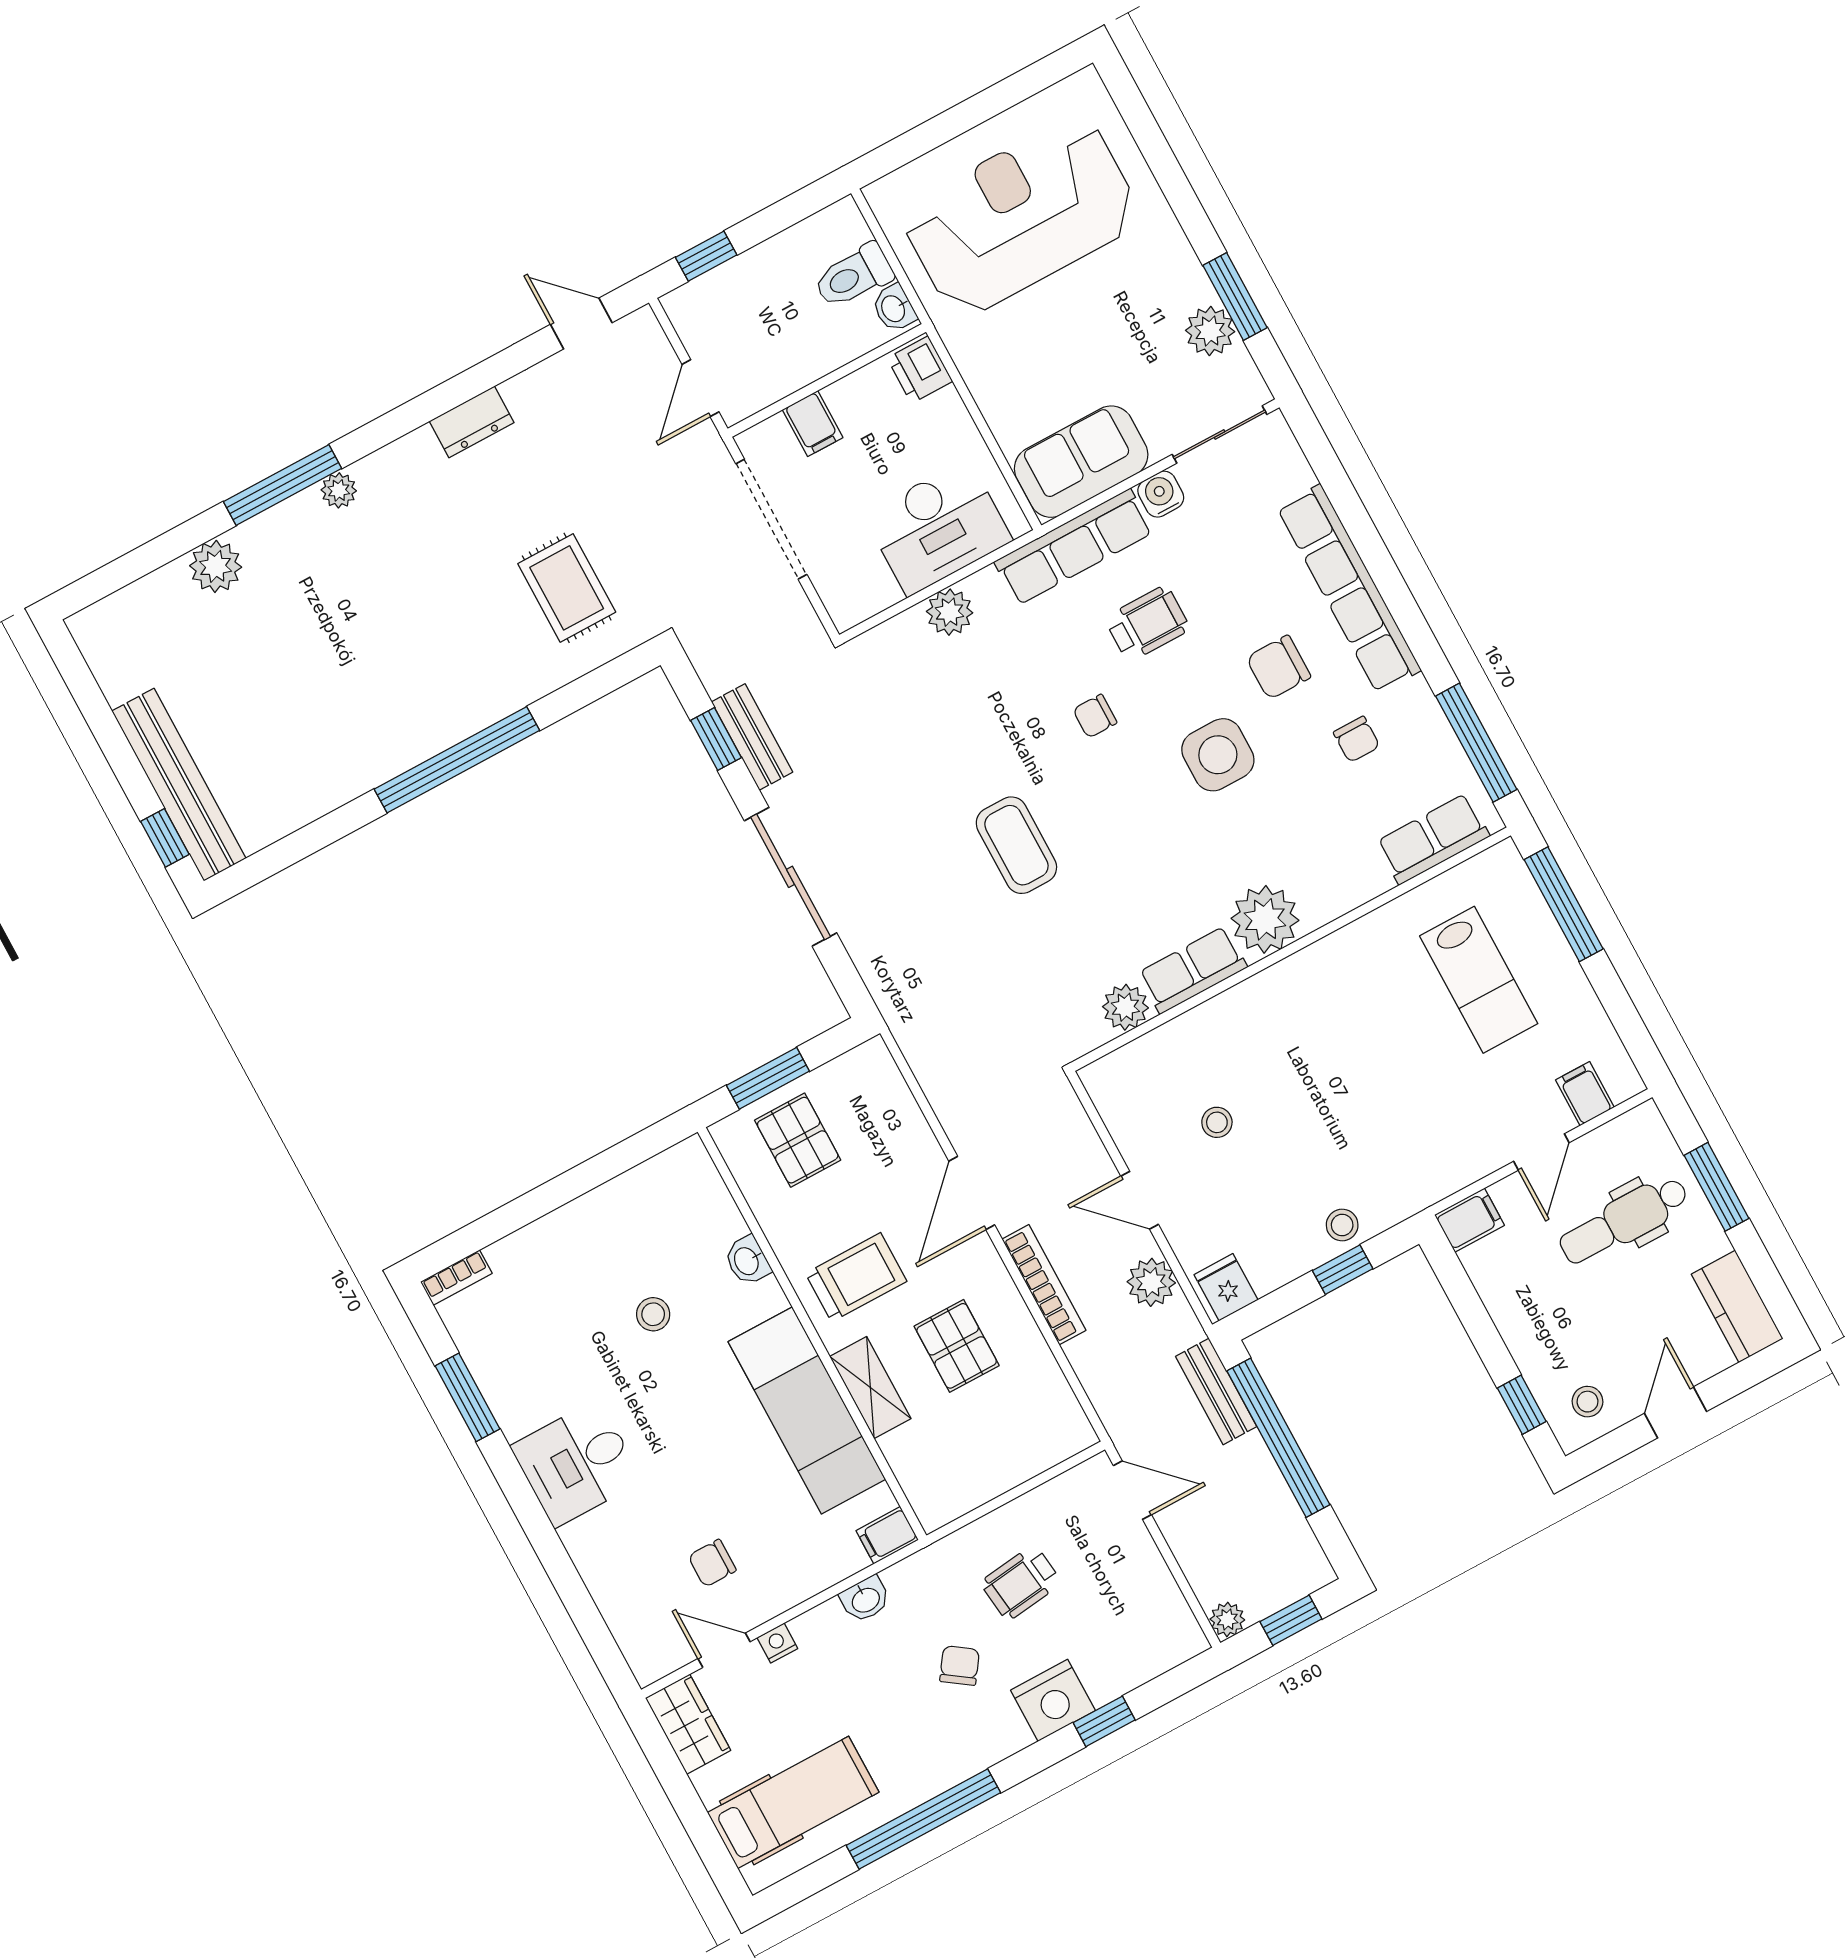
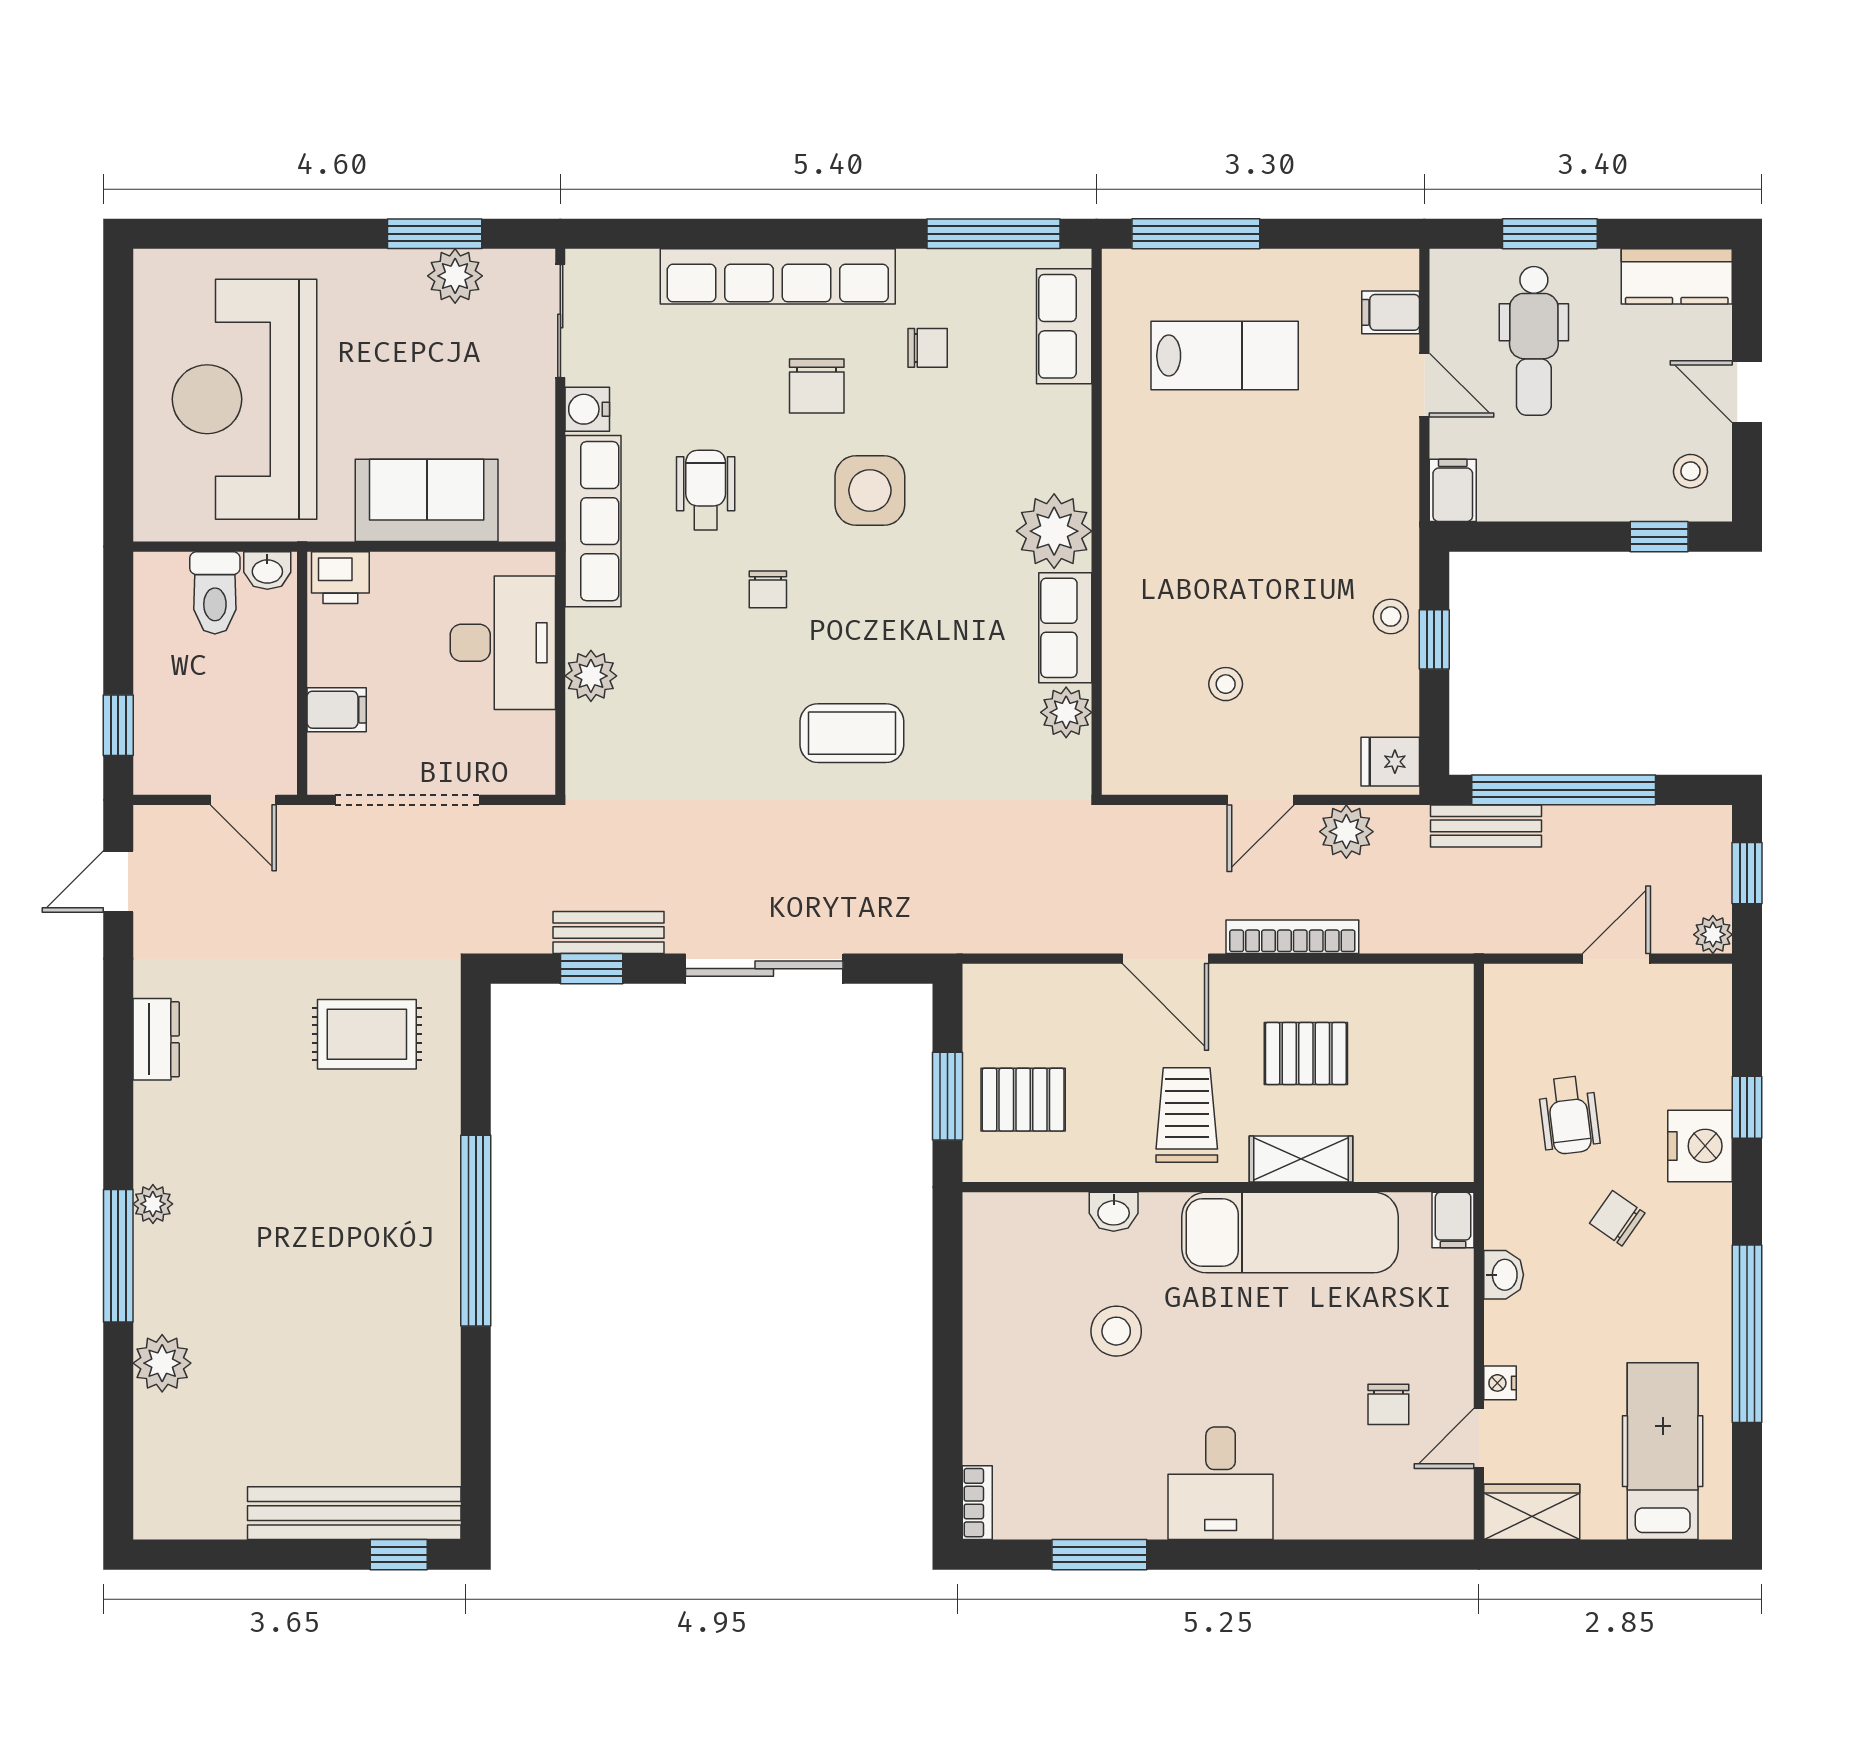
sofa: (1081, 462) -> (427, 500), moved, turned 90
stool: (653, 1314) -> (1116, 1331), width x1.37, depth x1.37
door: (1132, 1490) -> (1616, 959), moved

